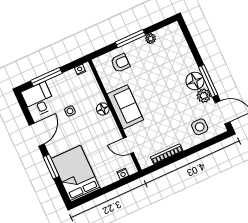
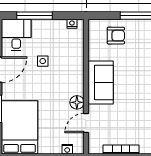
floor lamp: (103, 109) -> (77, 102), moved
door: (128, 145) -> (86, 123), hinge flipped

